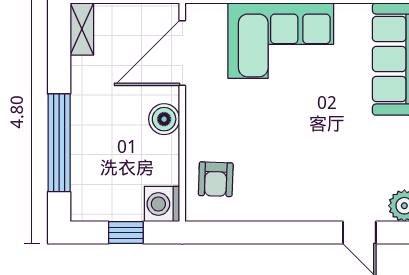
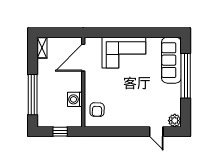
boiler: (164, 119) -> (76, 85), removed
washing machine: (162, 204) -> (75, 99), moved

